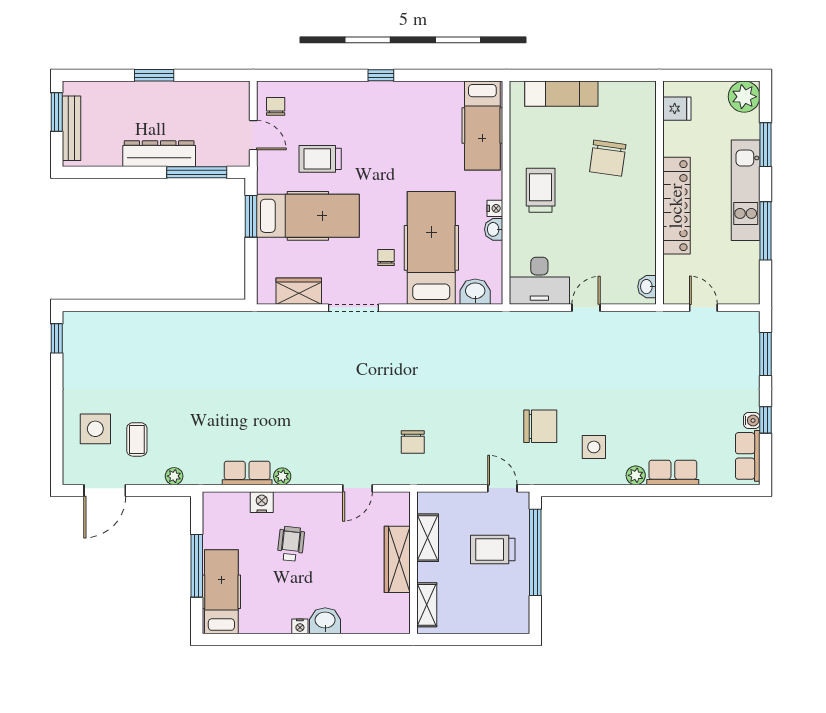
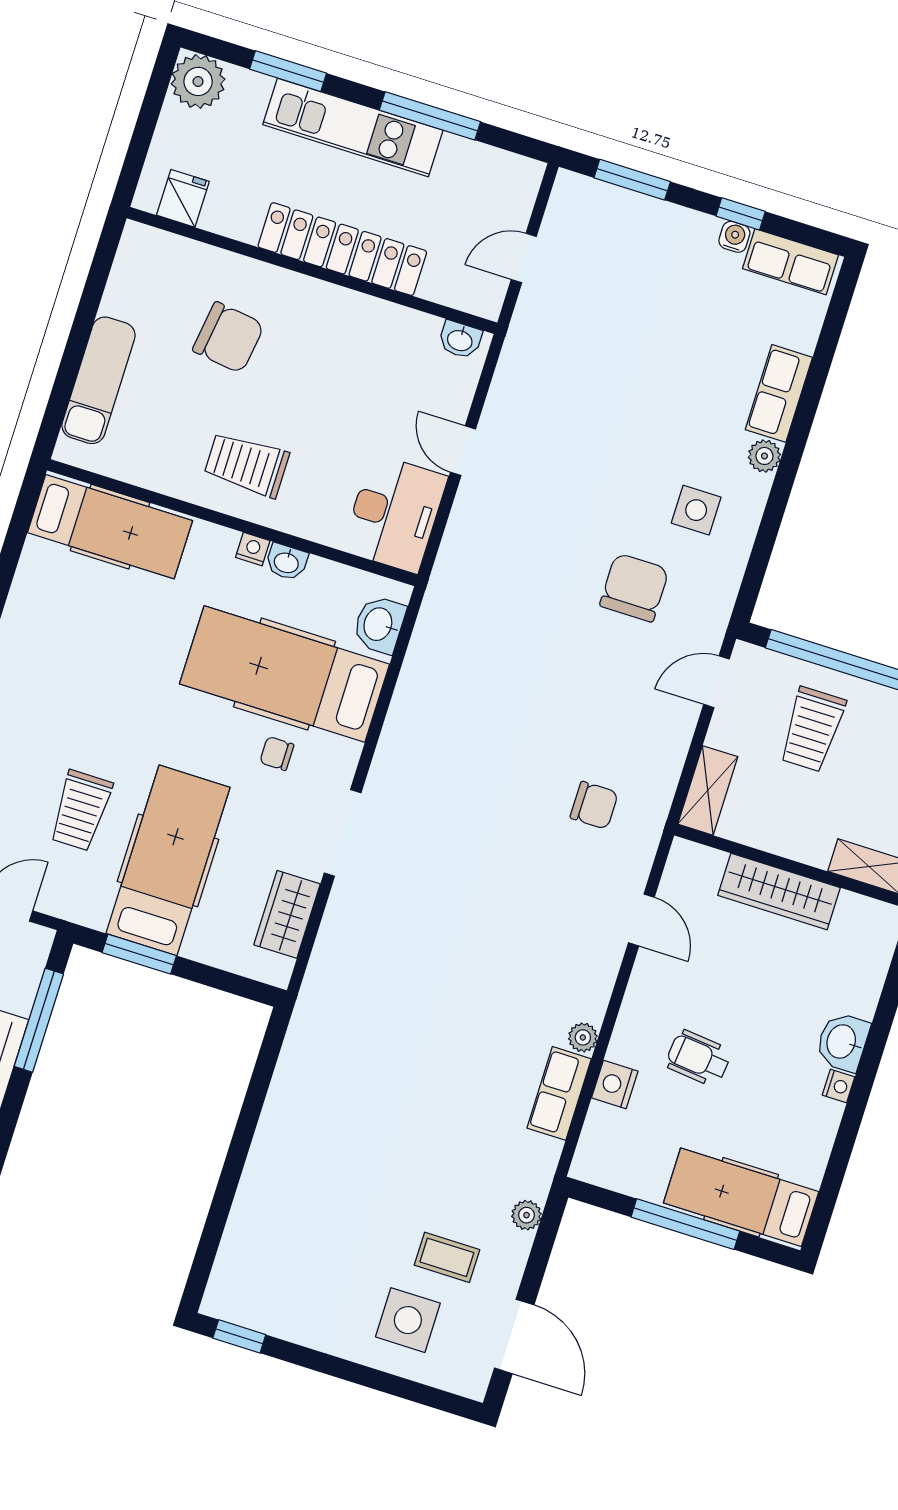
shelving: (428, 538) -> (708, 790), moved, turned 90

